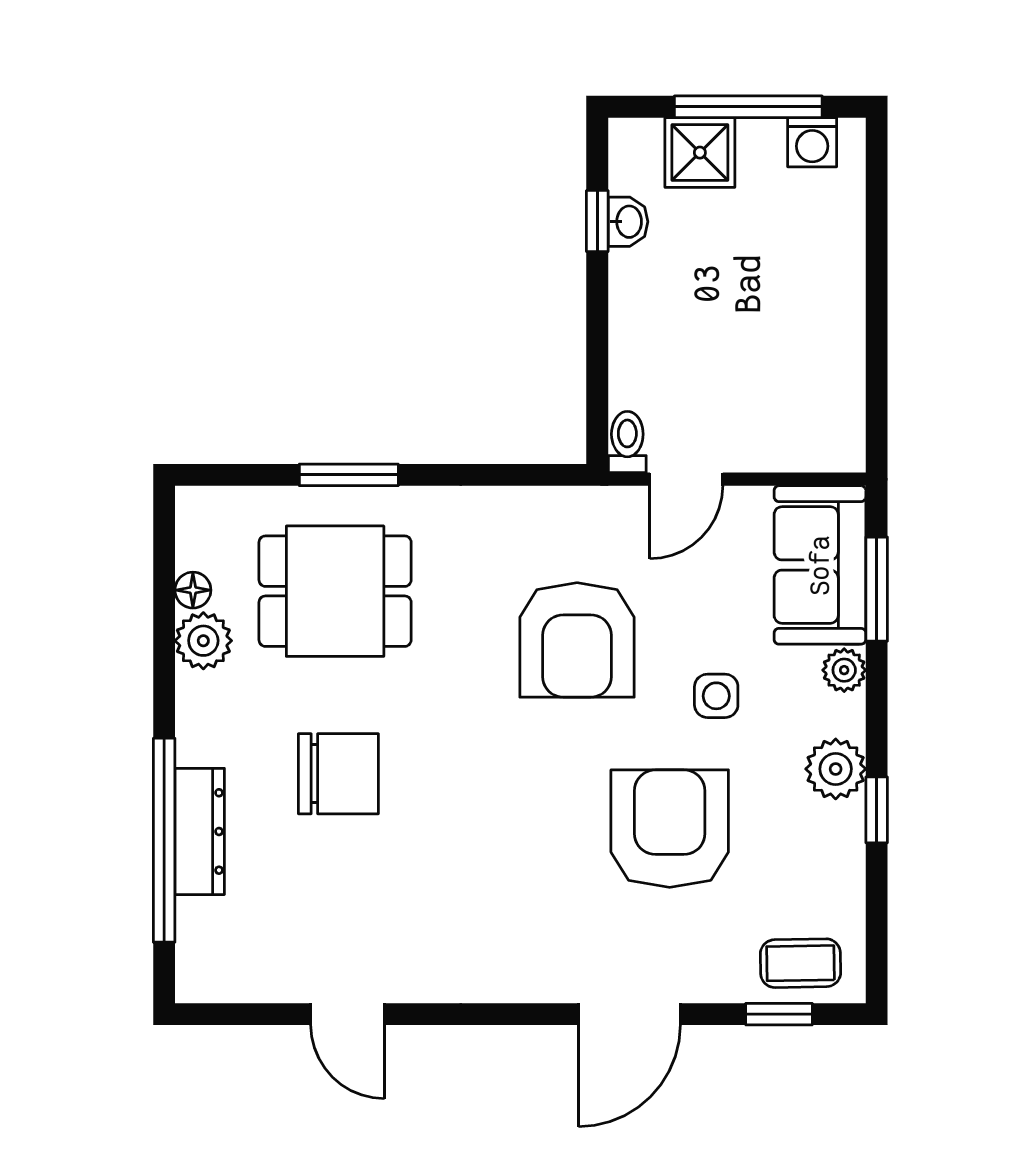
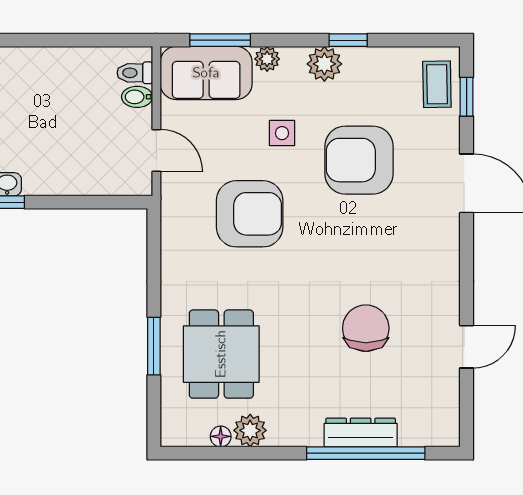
toilet: (627, 442) -> (135, 73), moved
bidet: (779, 446) -> (137, 97), added
chair: (338, 774) -> (366, 328), moved

